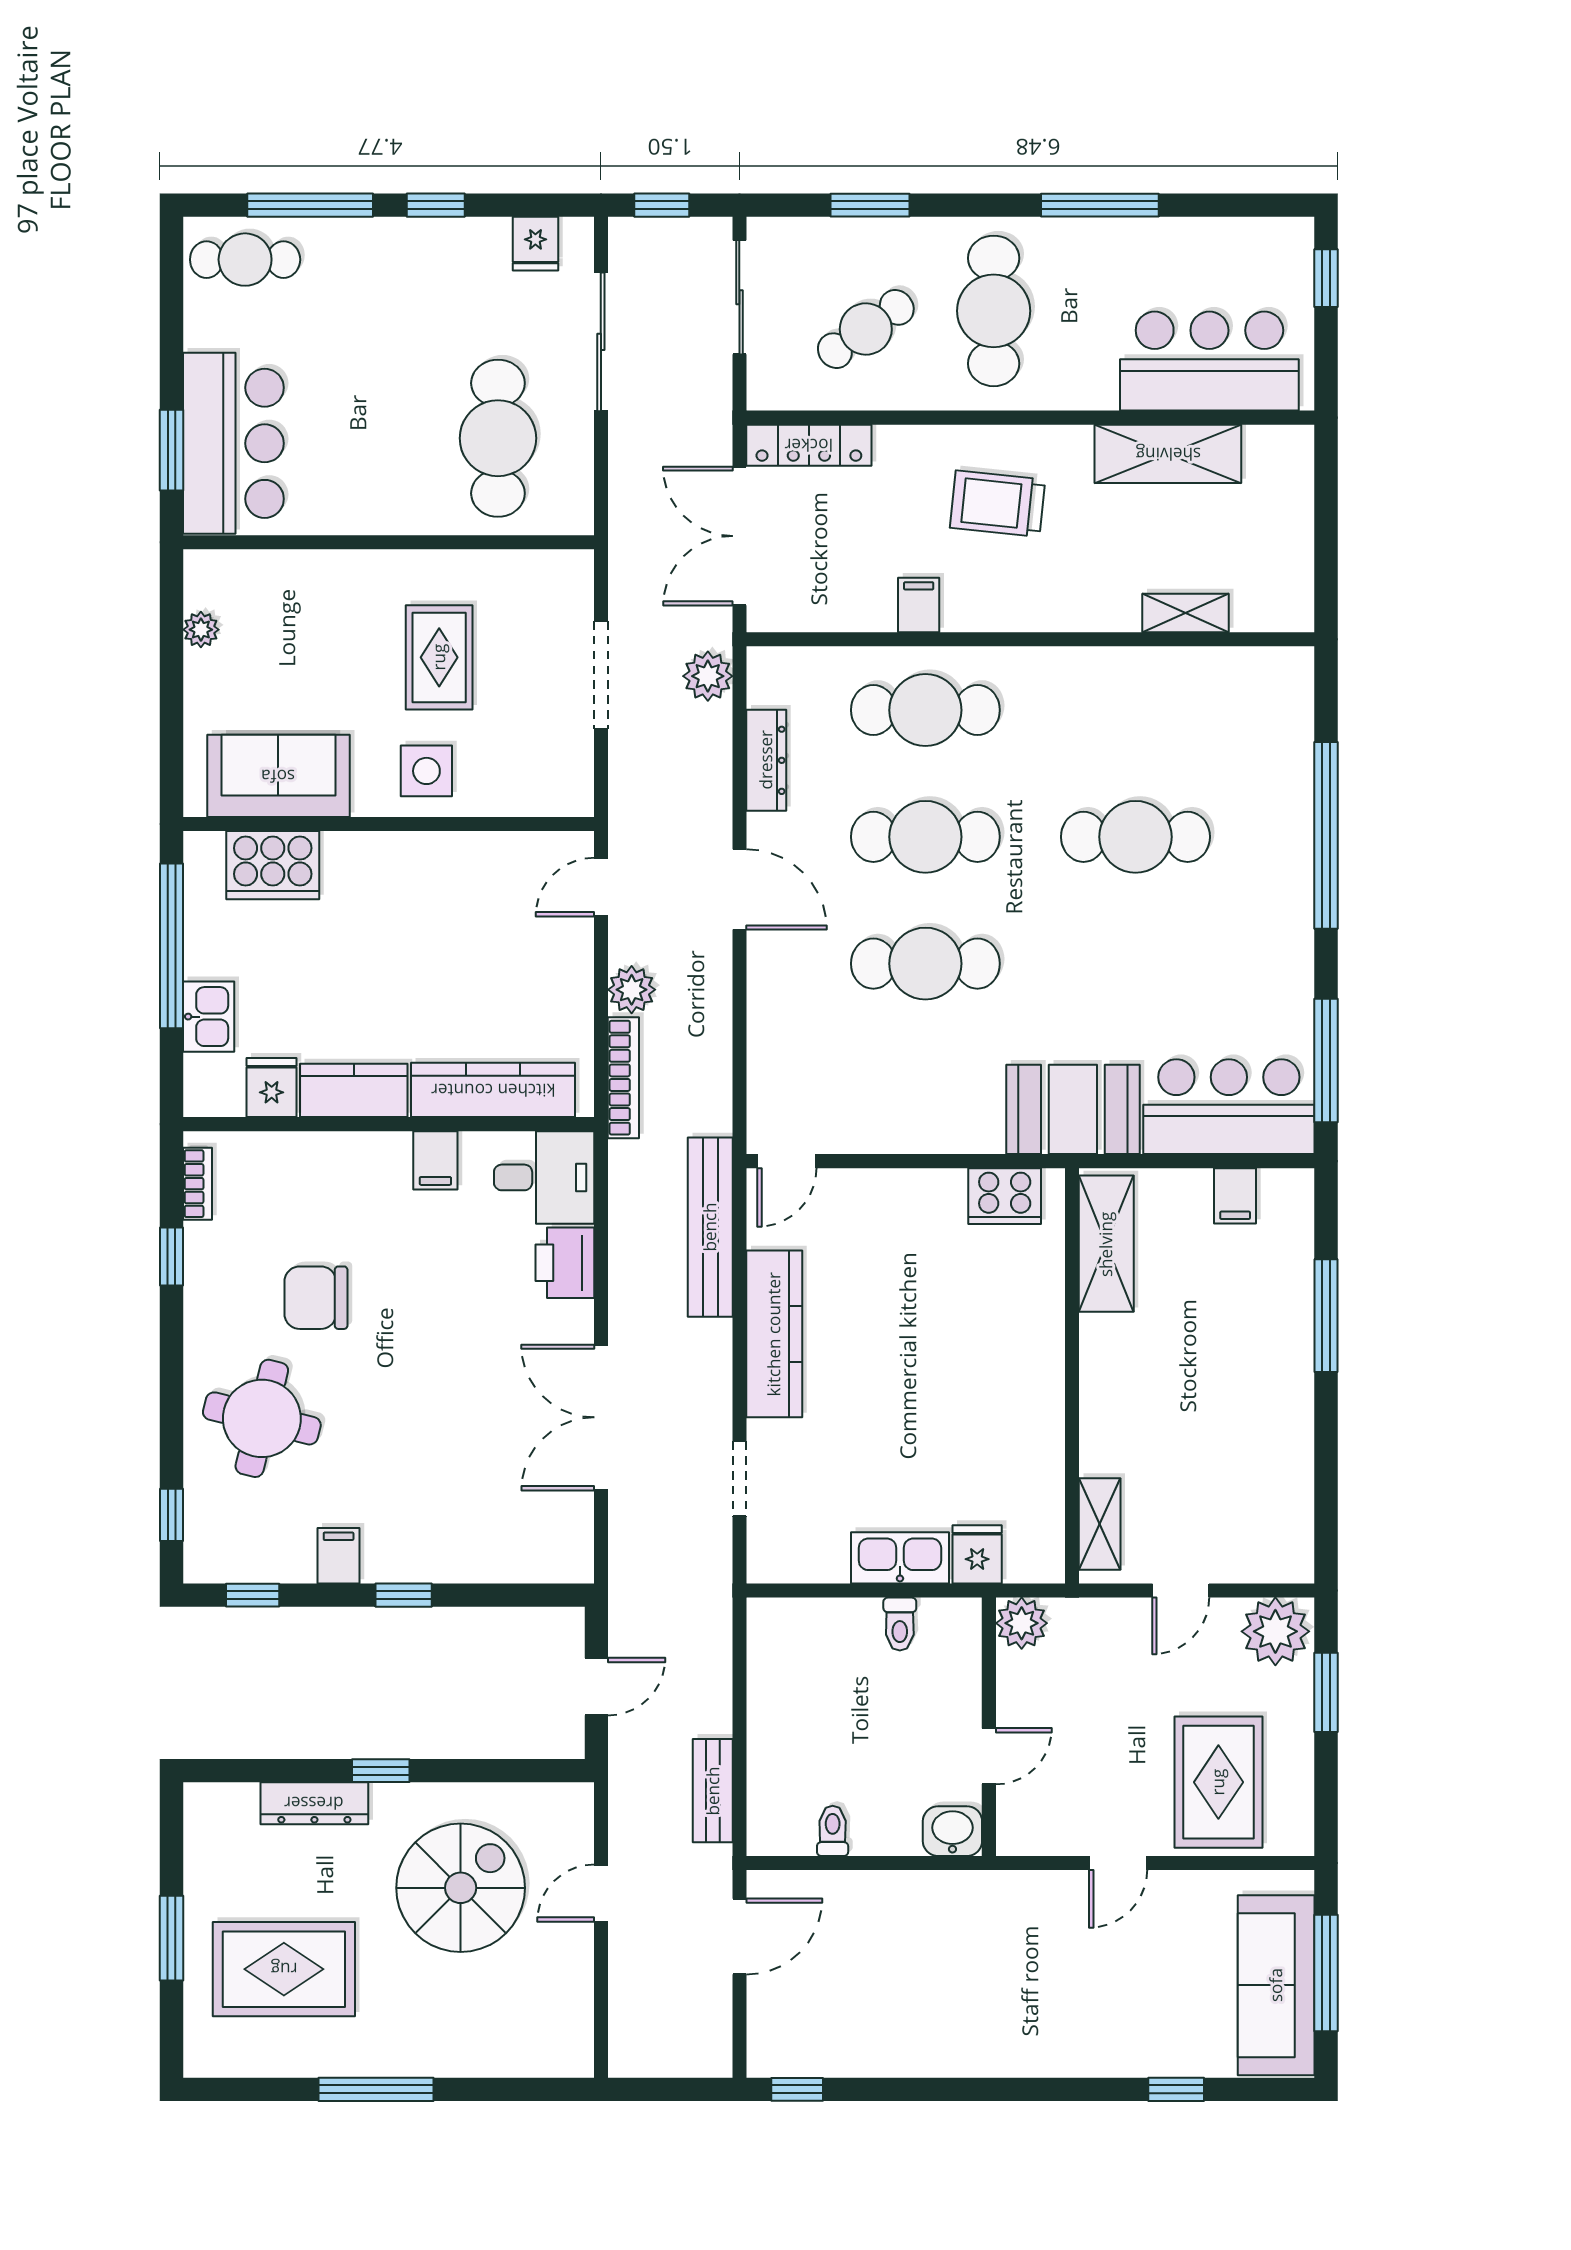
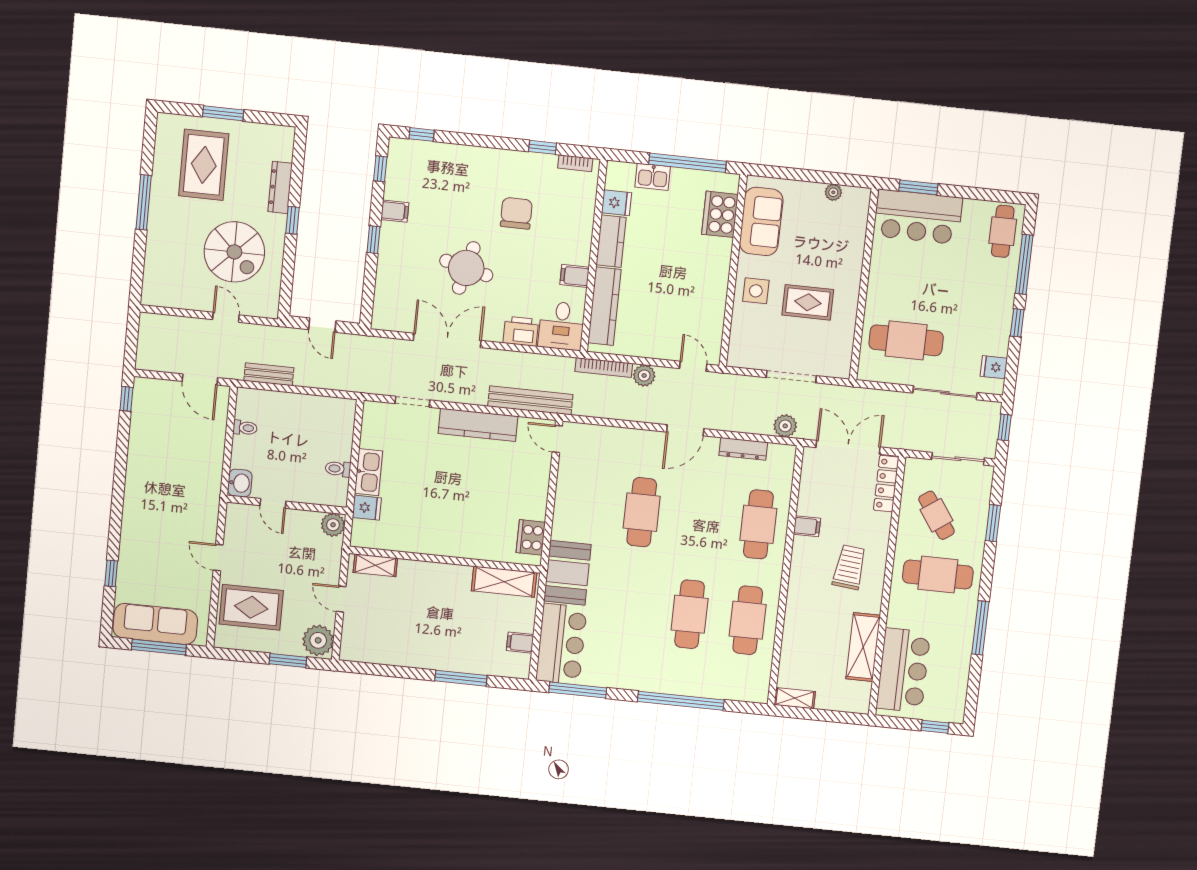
shelving: (1186, 613) -> (795, 698), moved, turned 90
cafe table: (925, 837) -> (748, 620), moved
round table: (262, 1418) -> (466, 268), moved

